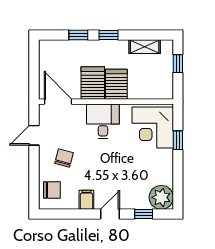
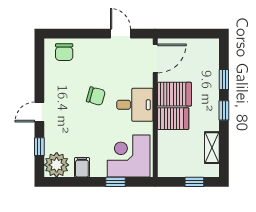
chair: (64, 158) -> (96, 96), moved
filing cabinet: (86, 200) -> (82, 167), moved, turned -90
door: (110, 214) -> (39, 112), swing flipped

